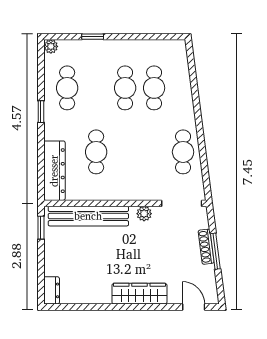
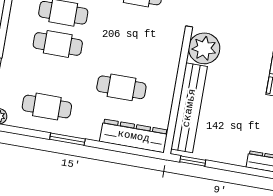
window: (41, 112) -> (67, 139), width x1.50
plant: (144, 214) -> (204, 48), width x1.88, depth x1.88

